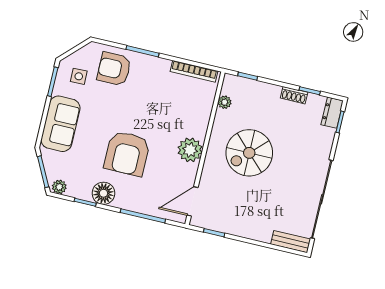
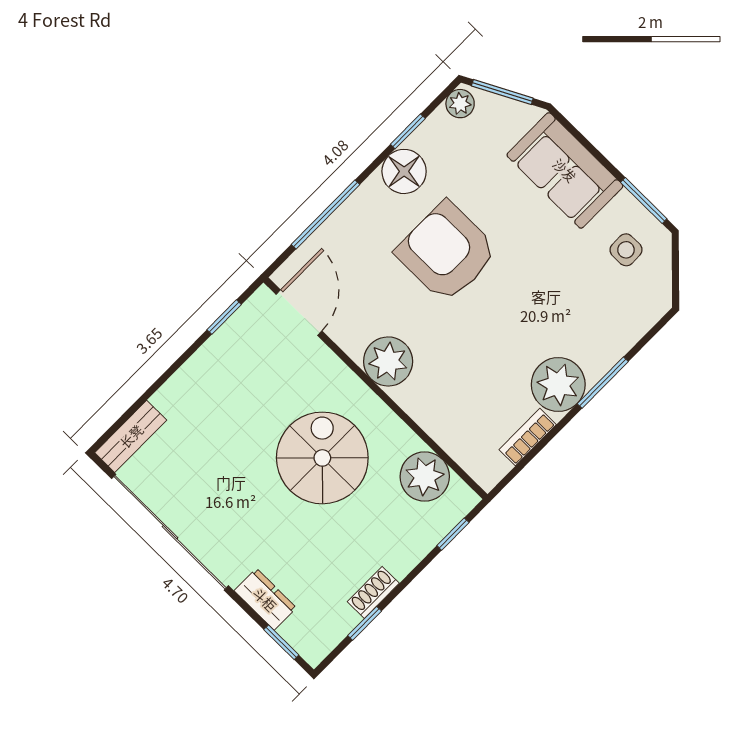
armchair: (114, 69) -> (602, 317), removed
plant: (155, 70) -> (558, 385), added
bookcase: (194, 71) -> (528, 437), width x0.64
plant: (225, 102) -> (425, 477), width x1.88, depth x1.88
dresser: (332, 113) -> (265, 599), moved

